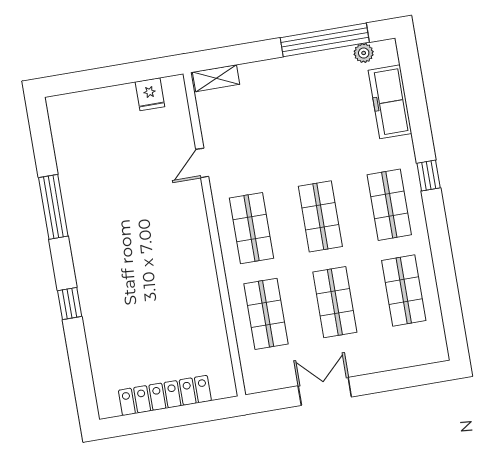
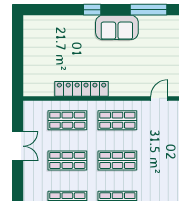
door: (202, 163) -> (159, 98), hinge flipped
sofa: (93, 256) -> (117, 27), added
locker: (165, 395) -> (82, 89), moved, turned -90

